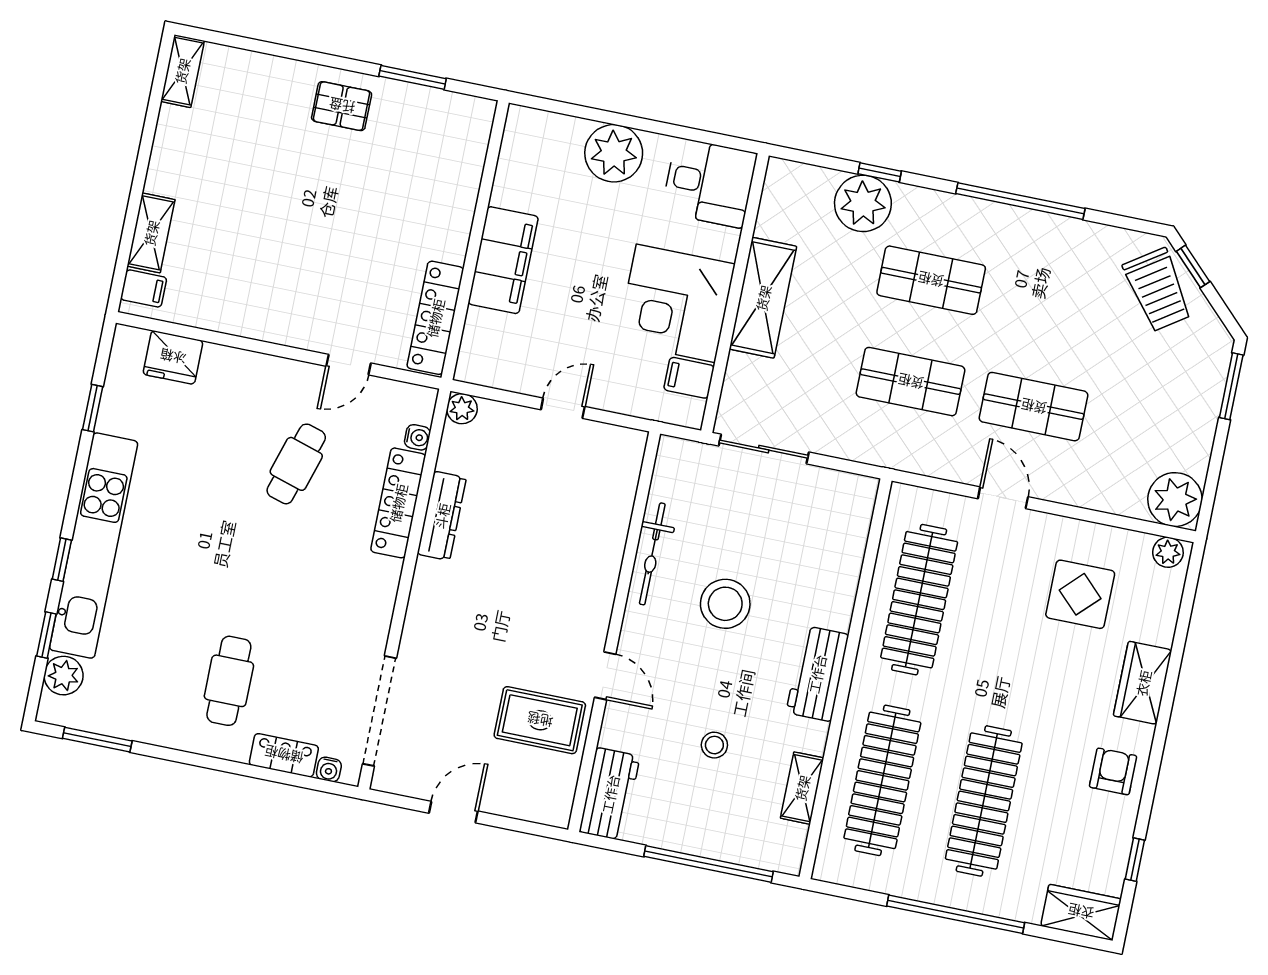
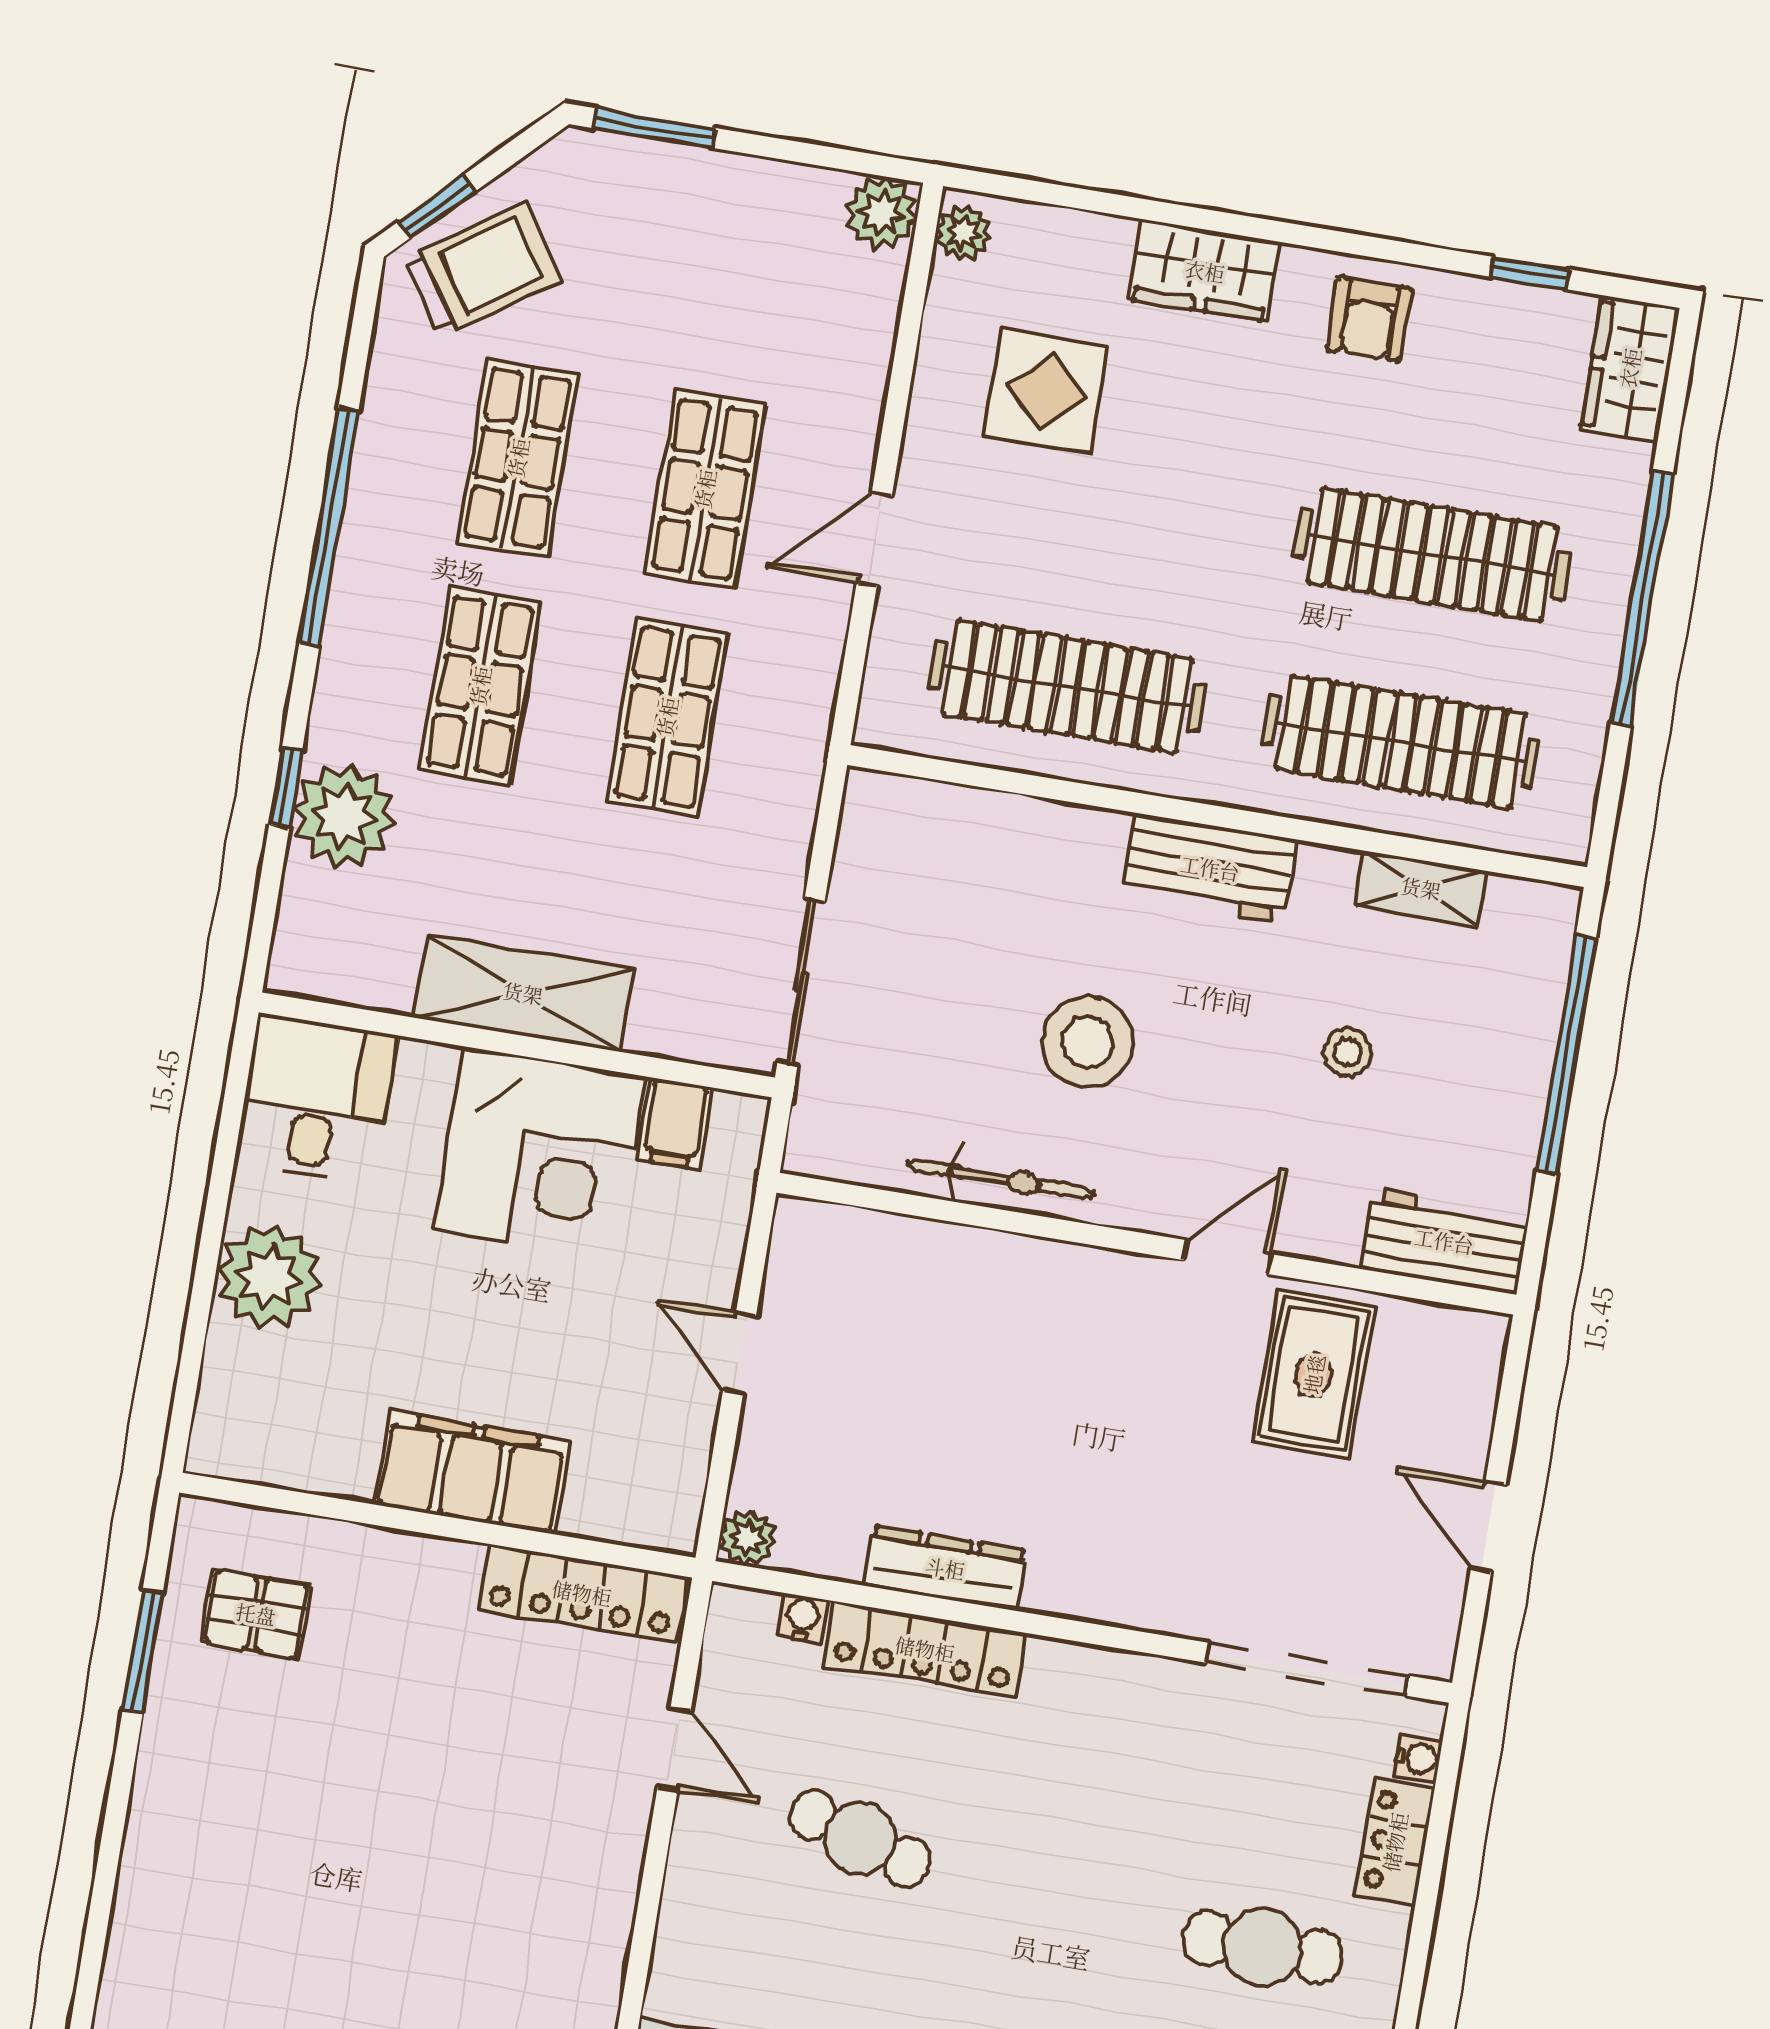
pallet: (342, 106) -> (256, 1614), moved, turned 90
shop shelf: (1054, 305) -> (518, 458), added
plant: (1175, 500) -> (881, 213), width x0.73, depth x0.73
armchair: (1113, 771) -> (1369, 319), turned -90

